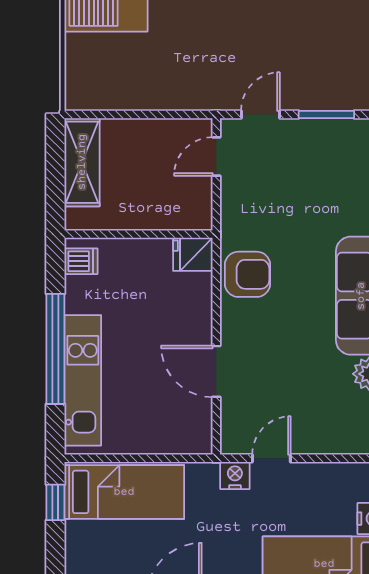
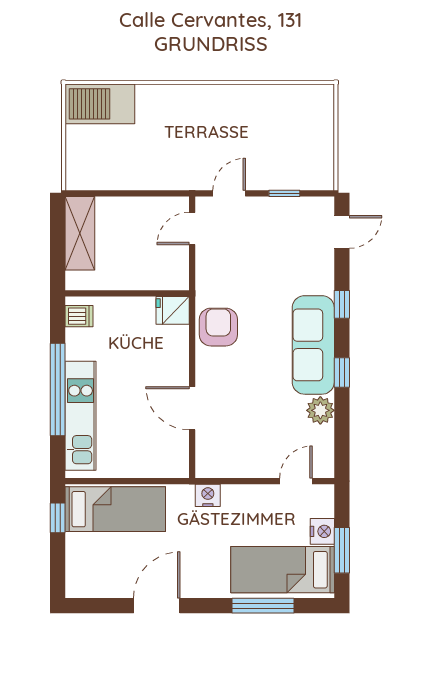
window: (326, 115) -> (284, 193), width x0.67
armchair: (248, 274) -> (218, 327), turned -90
door: (271, 458) -> (296, 481), moved

